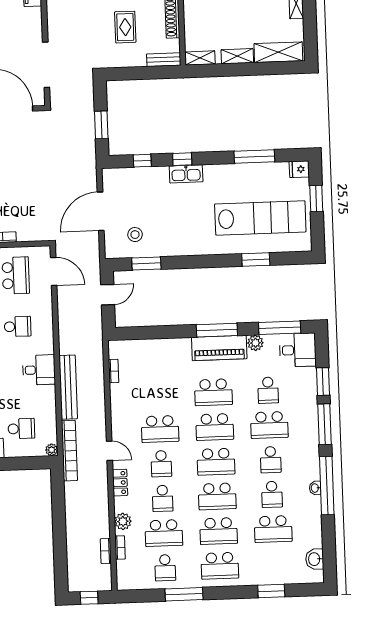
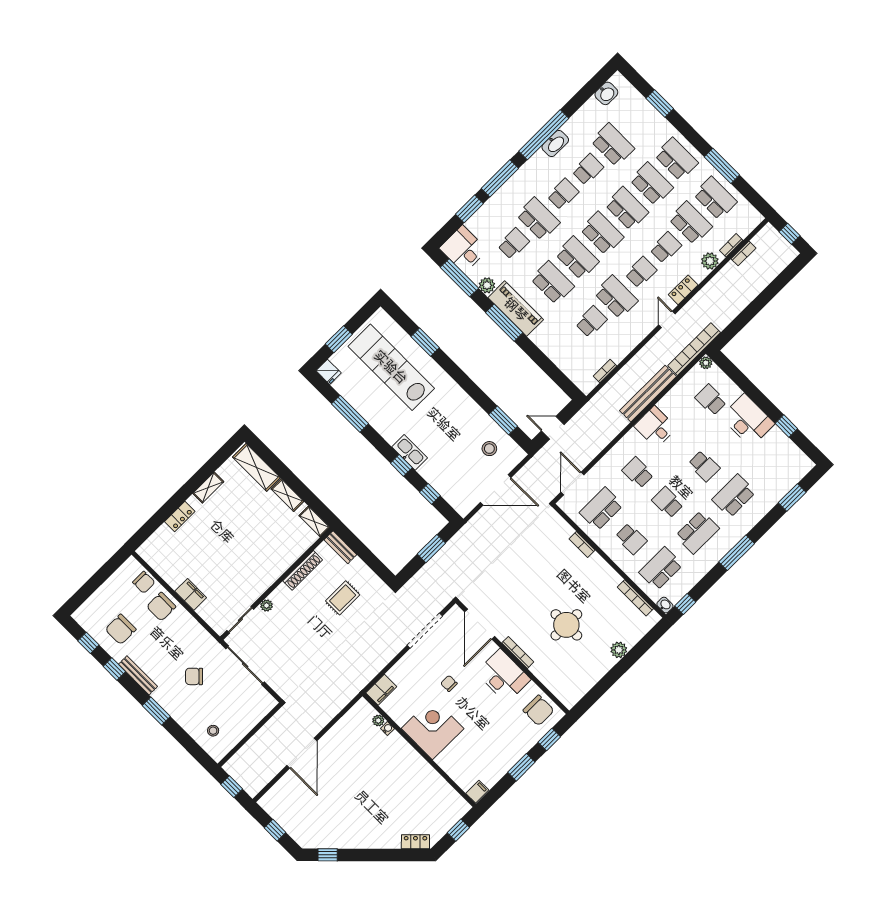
school desk: (159, 394) -> (591, 322), added
washbasin: (315, 488) -> (555, 144), width x1.91, depth x1.45
school desk: (165, 568) -> (715, 198), width x1.85

